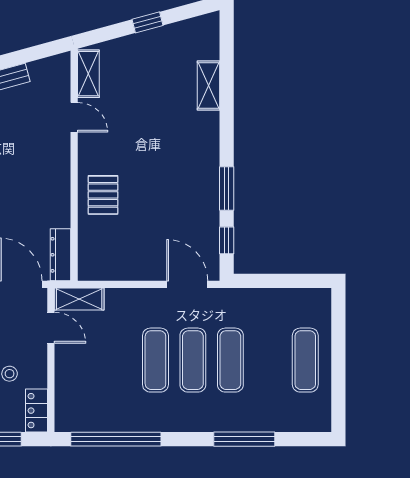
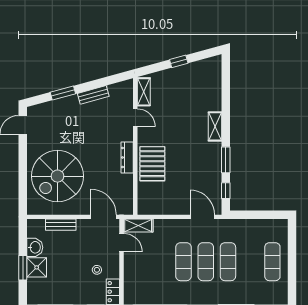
shelving: (209, 86) -> (215, 126), moved
pallet: (103, 195) -> (152, 164), width x1.50, depth x1.42
dresser: (60, 255) -> (127, 157), moved

